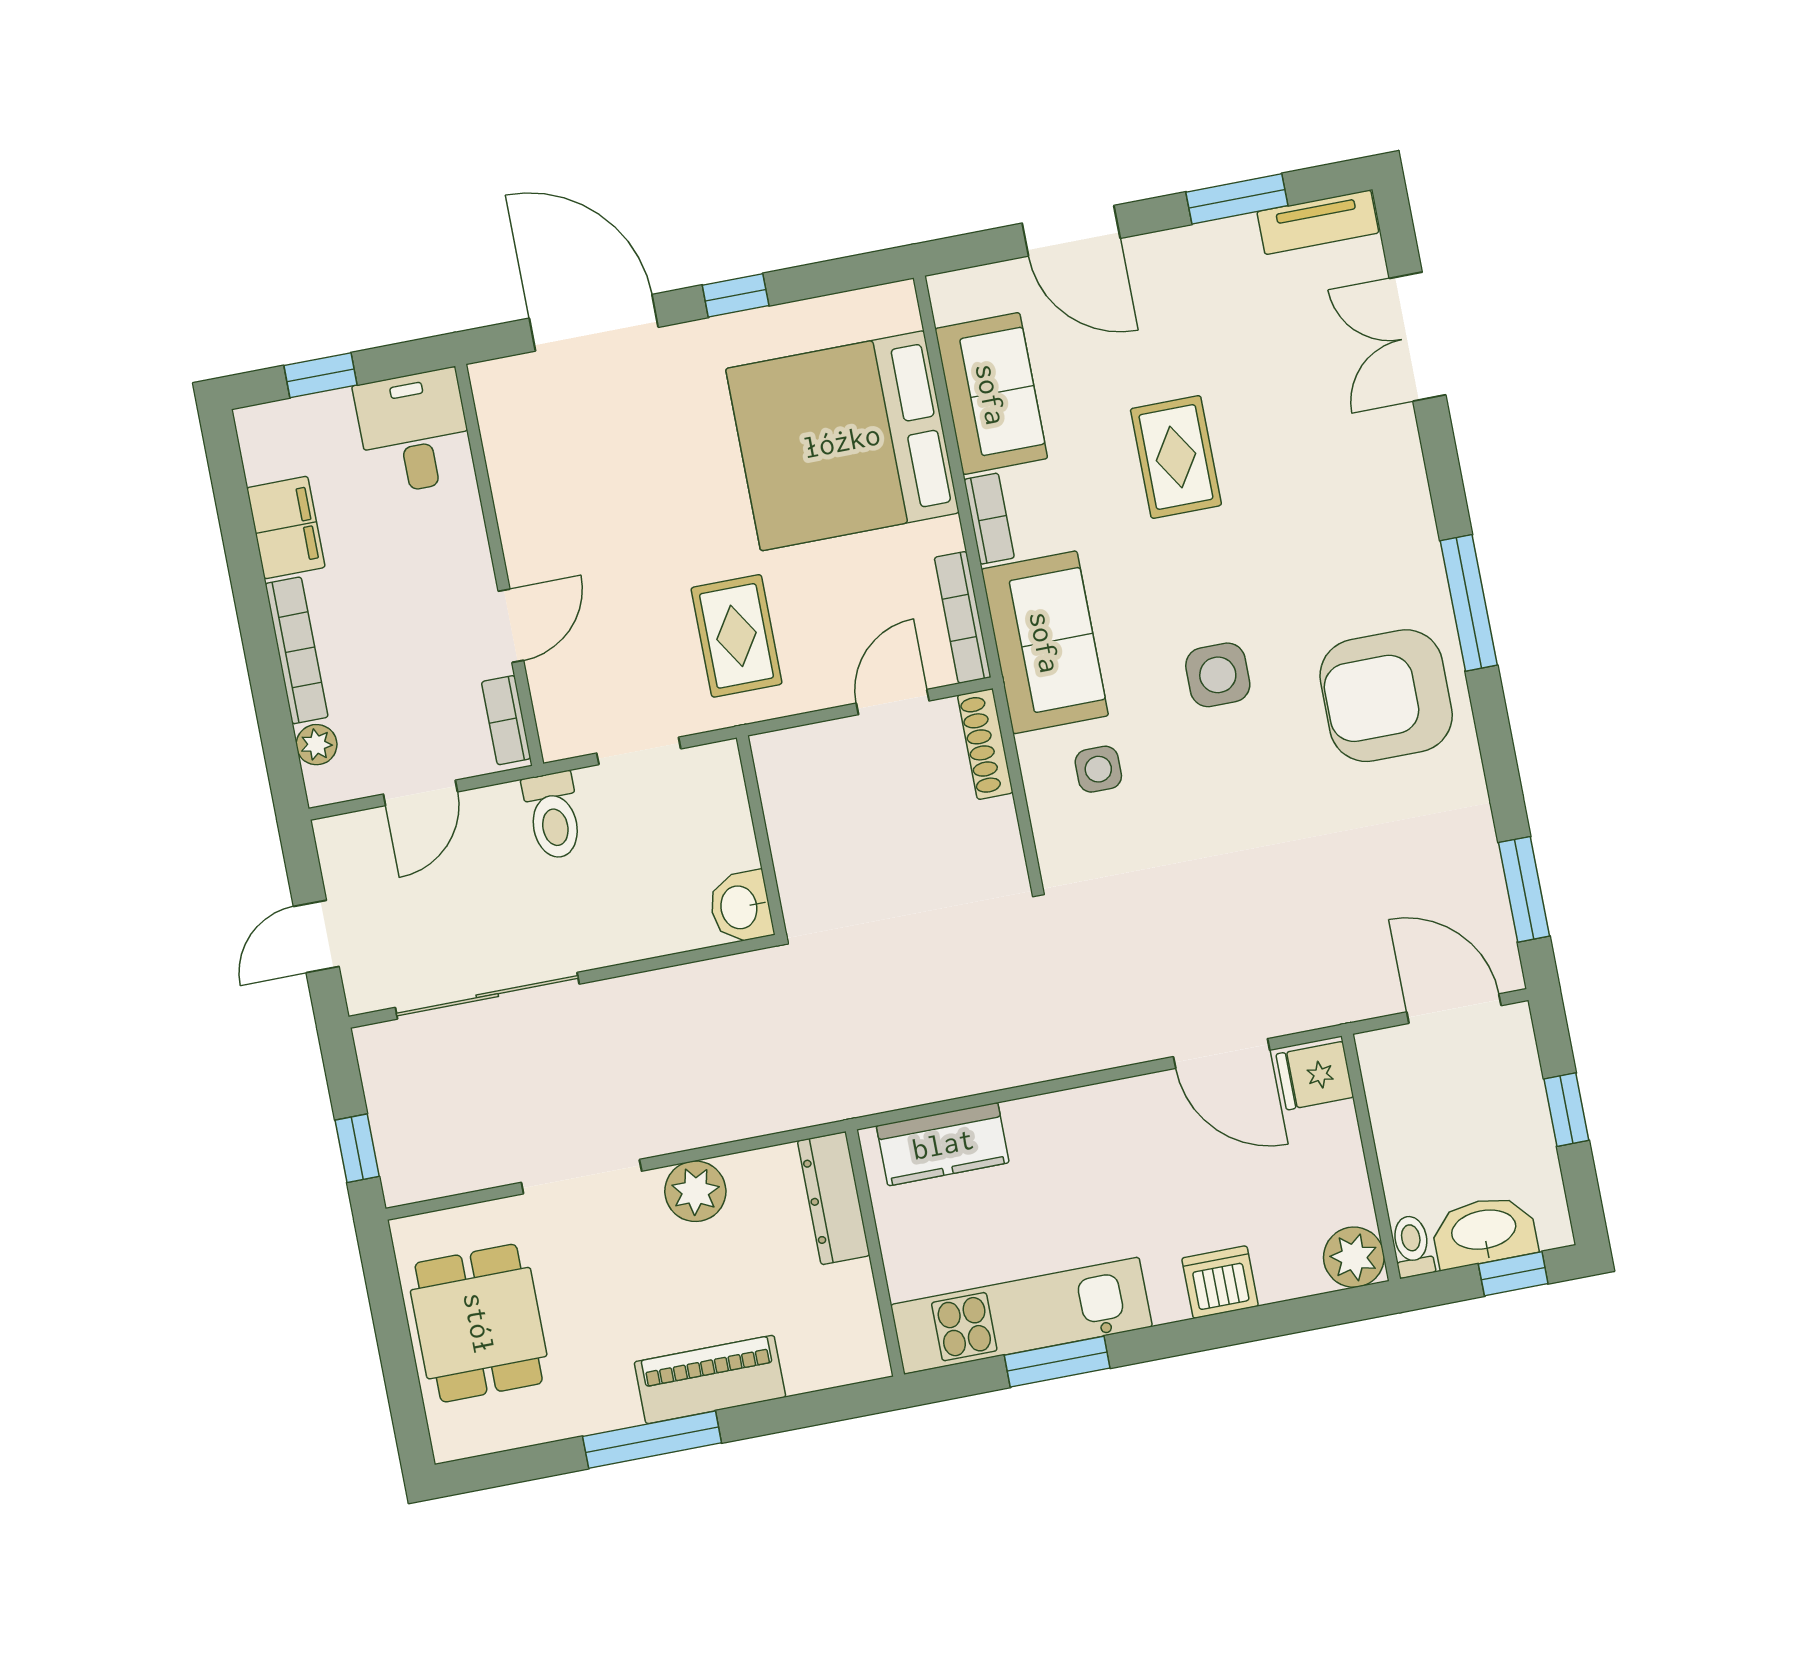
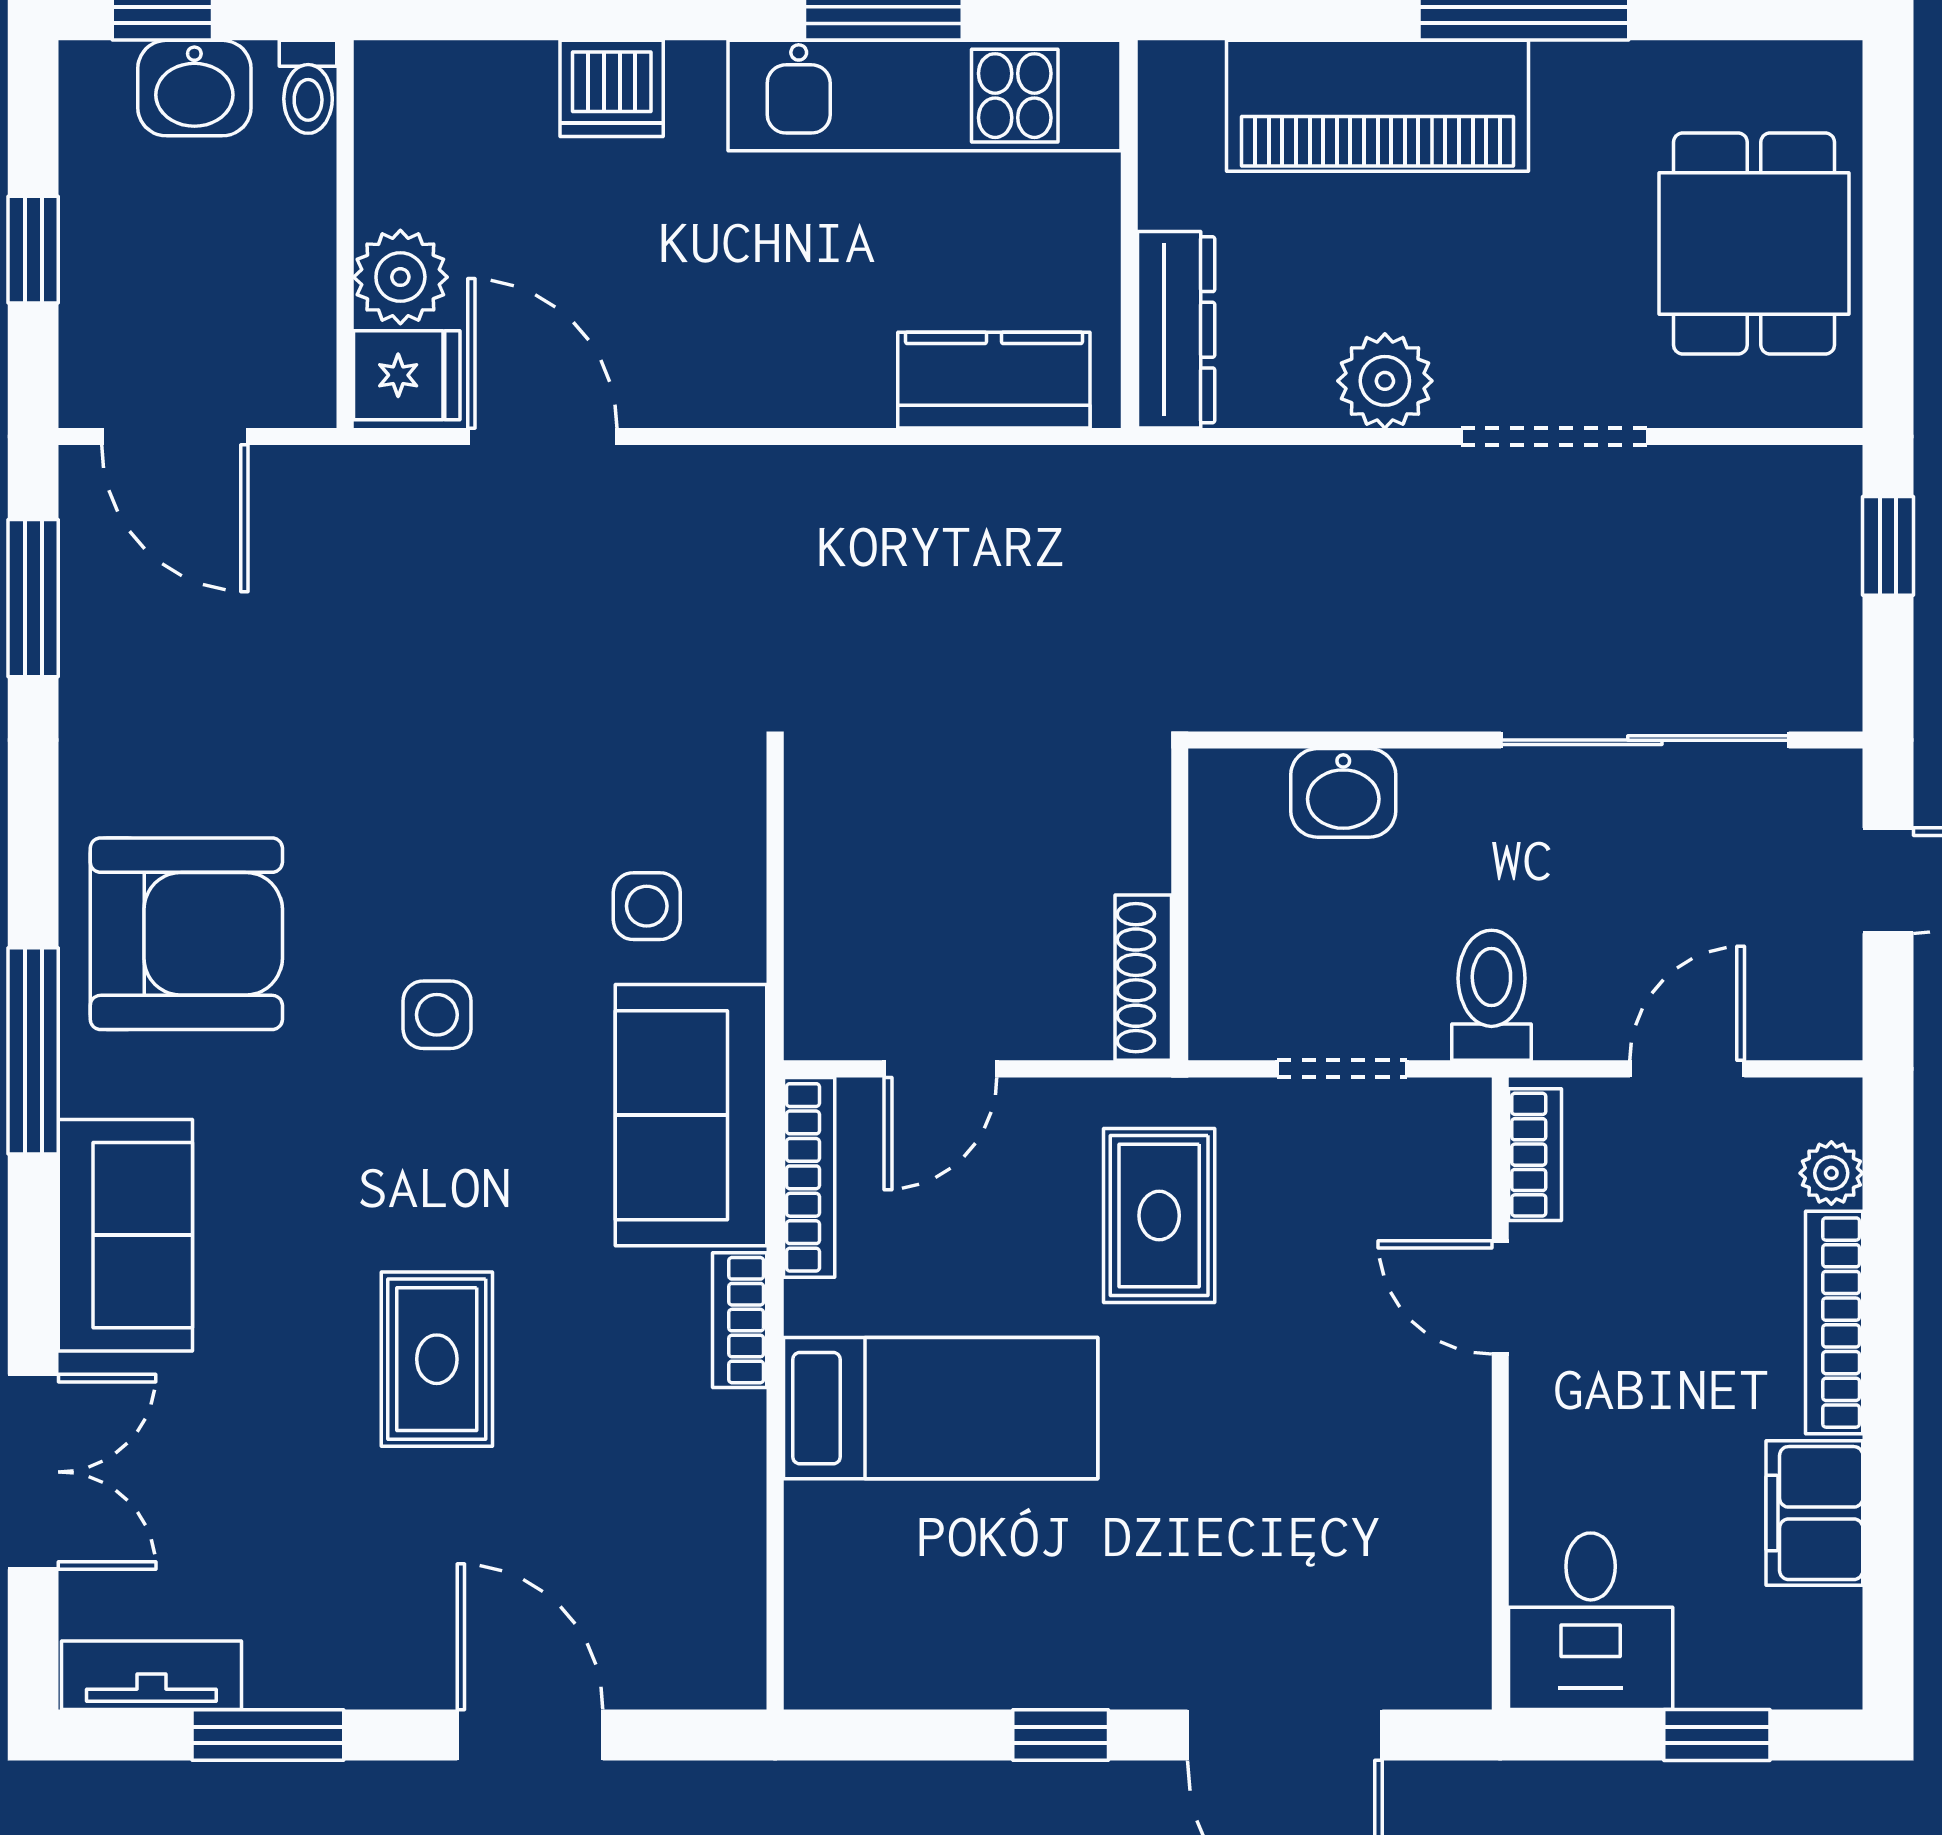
sofa: (991, 394) -> (125, 1235), moved, turned 180
bed: (842, 441) -> (941, 1408), width x0.49
door: (511, 626) -> (1500, 1297), hinge flipped
side table: (1218, 675) -> (437, 1015), width x0.73, depth x0.73
shoe rack: (985, 744) -> (1143, 978), moved, turned 180
washbasin: (741, 907) -> (1343, 793), moved, turned 90
washbasin: (1484, 1231) -> (194, 88), width x0.72
plant: (1354, 1257) -> (400, 277), moved
piano: (710, 1379) -> (1378, 106), width x1.37, depth x1.33

